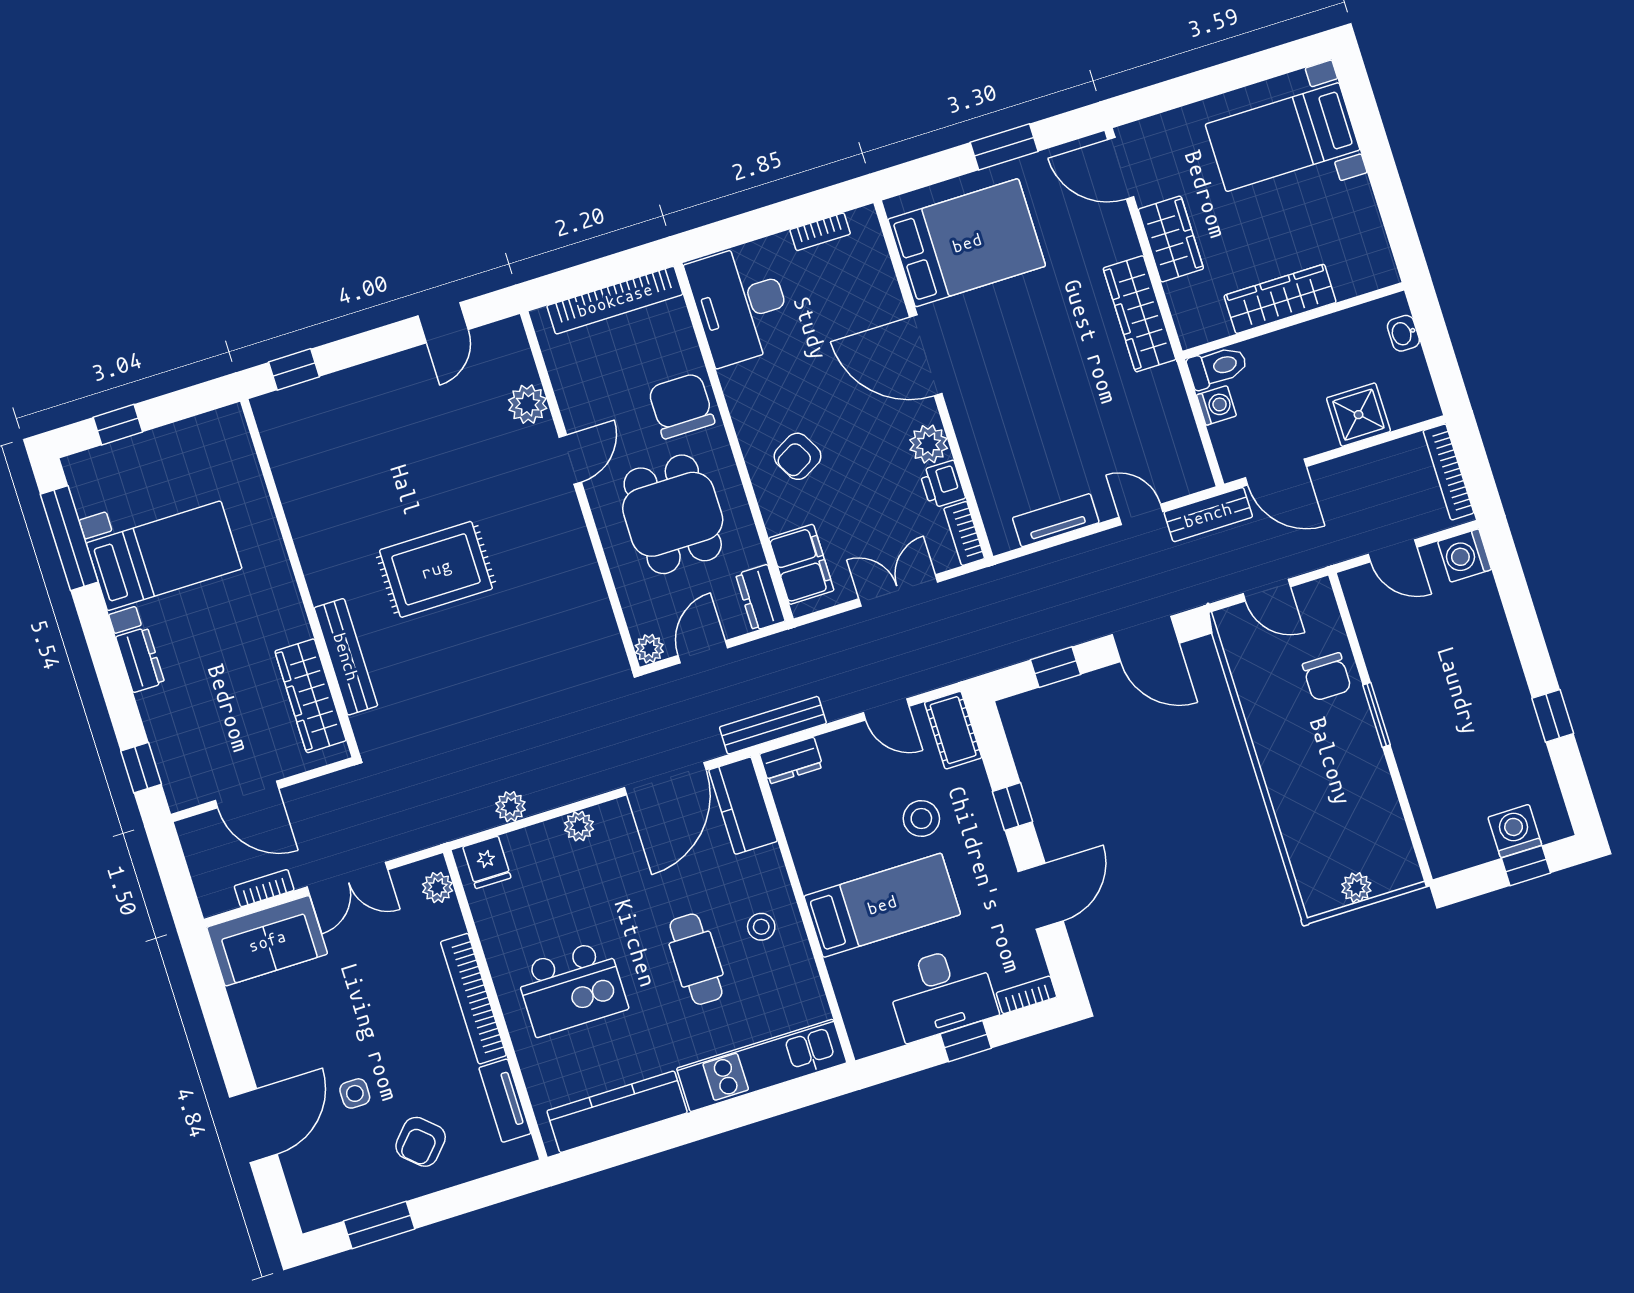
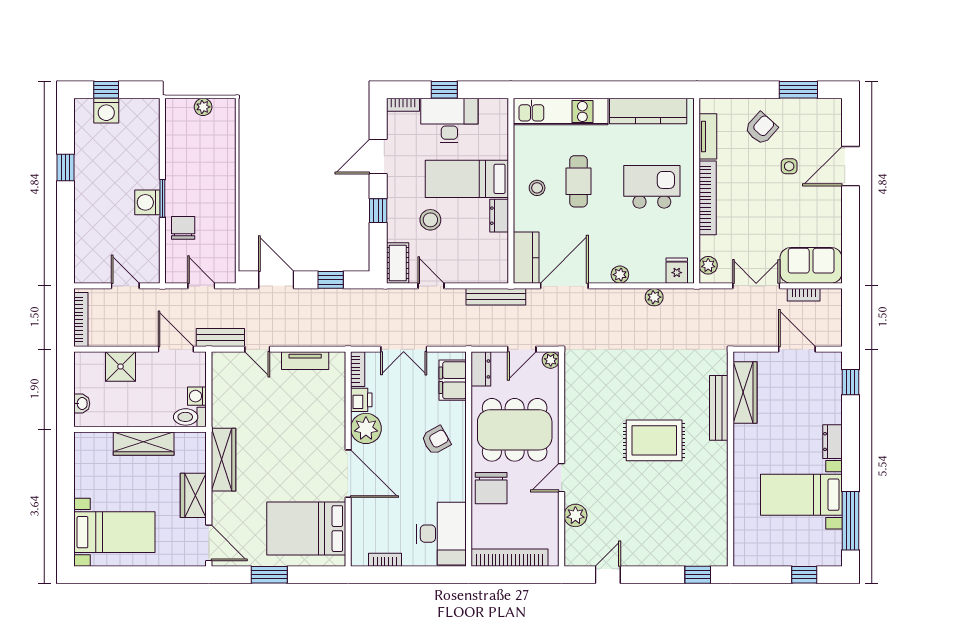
plant: (929, 444) -> (366, 428), width x1.36, depth x1.36
dining table: (673, 514) -> (515, 430), width x1.37
washing machine: (1465, 555) -> (147, 202), moved, turned 180
dresser: (791, 761) -> (499, 216), moved, turned -90

